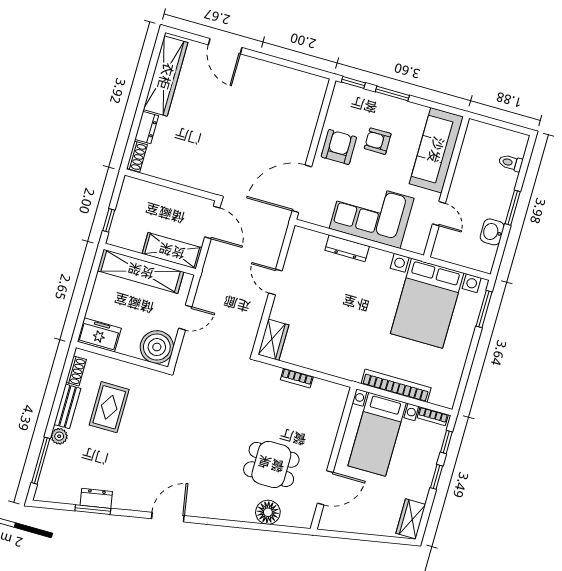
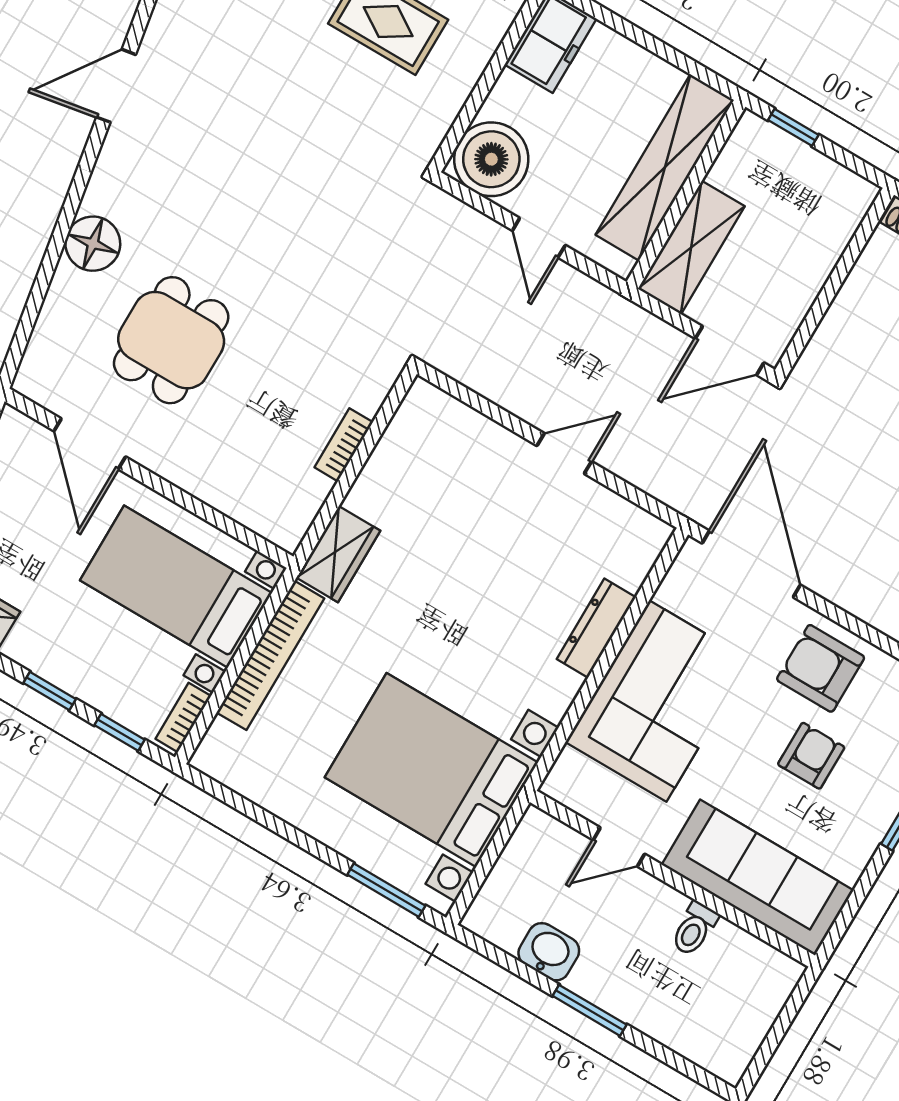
armchair: (339, 147) -> (821, 668), turned 180
toilet: (511, 163) -> (694, 929), moved, turned 180
wardrobe: (273, 340) -> (338, 554), moved, turned -90
floor lamp: (268, 512) -> (93, 244), moved
door: (168, 517) -> (116, 86), swing flipped

